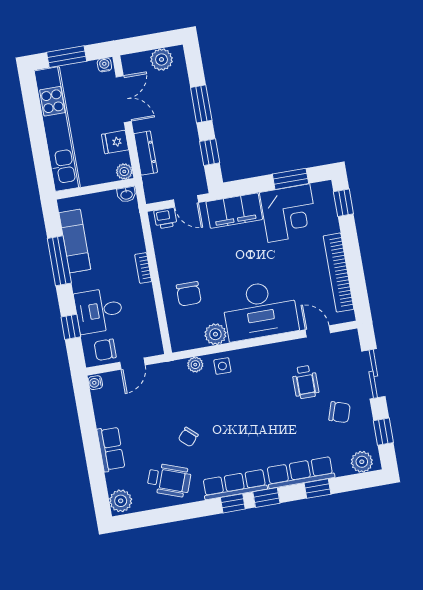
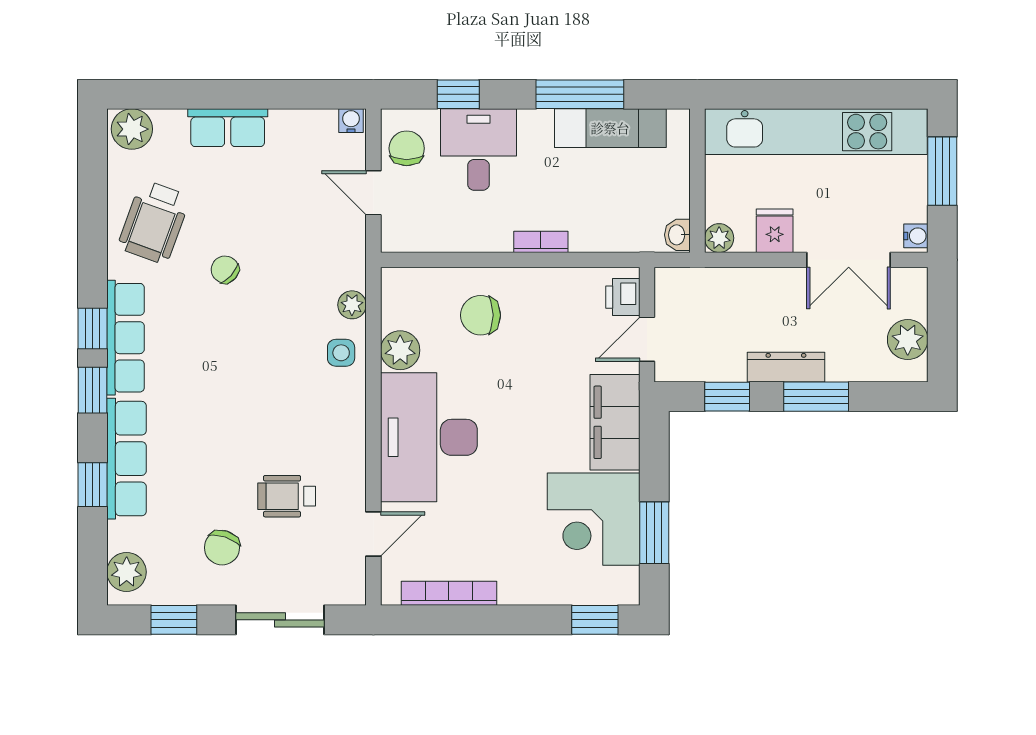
dresser: (146, 153) -> (786, 367), moved, turned 180
bookcase: (339, 273) -> (449, 593), width x0.68, depth x0.76

